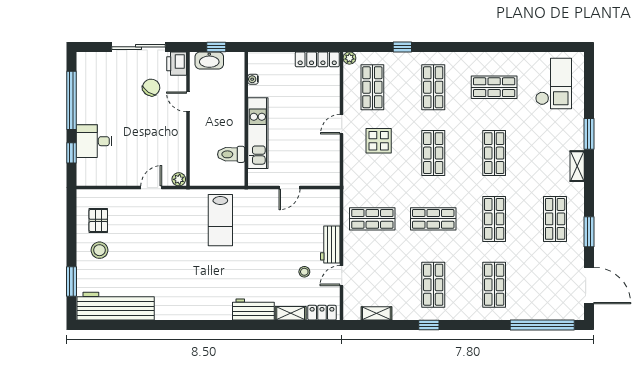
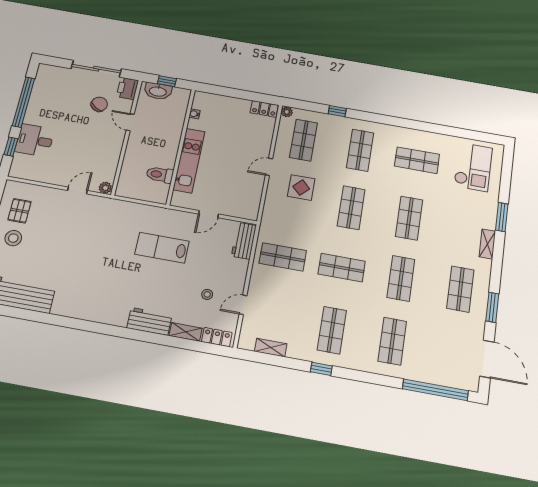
locker: (317, 59) -> (264, 109), width x0.66
lab bench: (220, 220) -> (162, 248), moved, turned 90
workbench: (330, 244) -> (244, 241), moved

